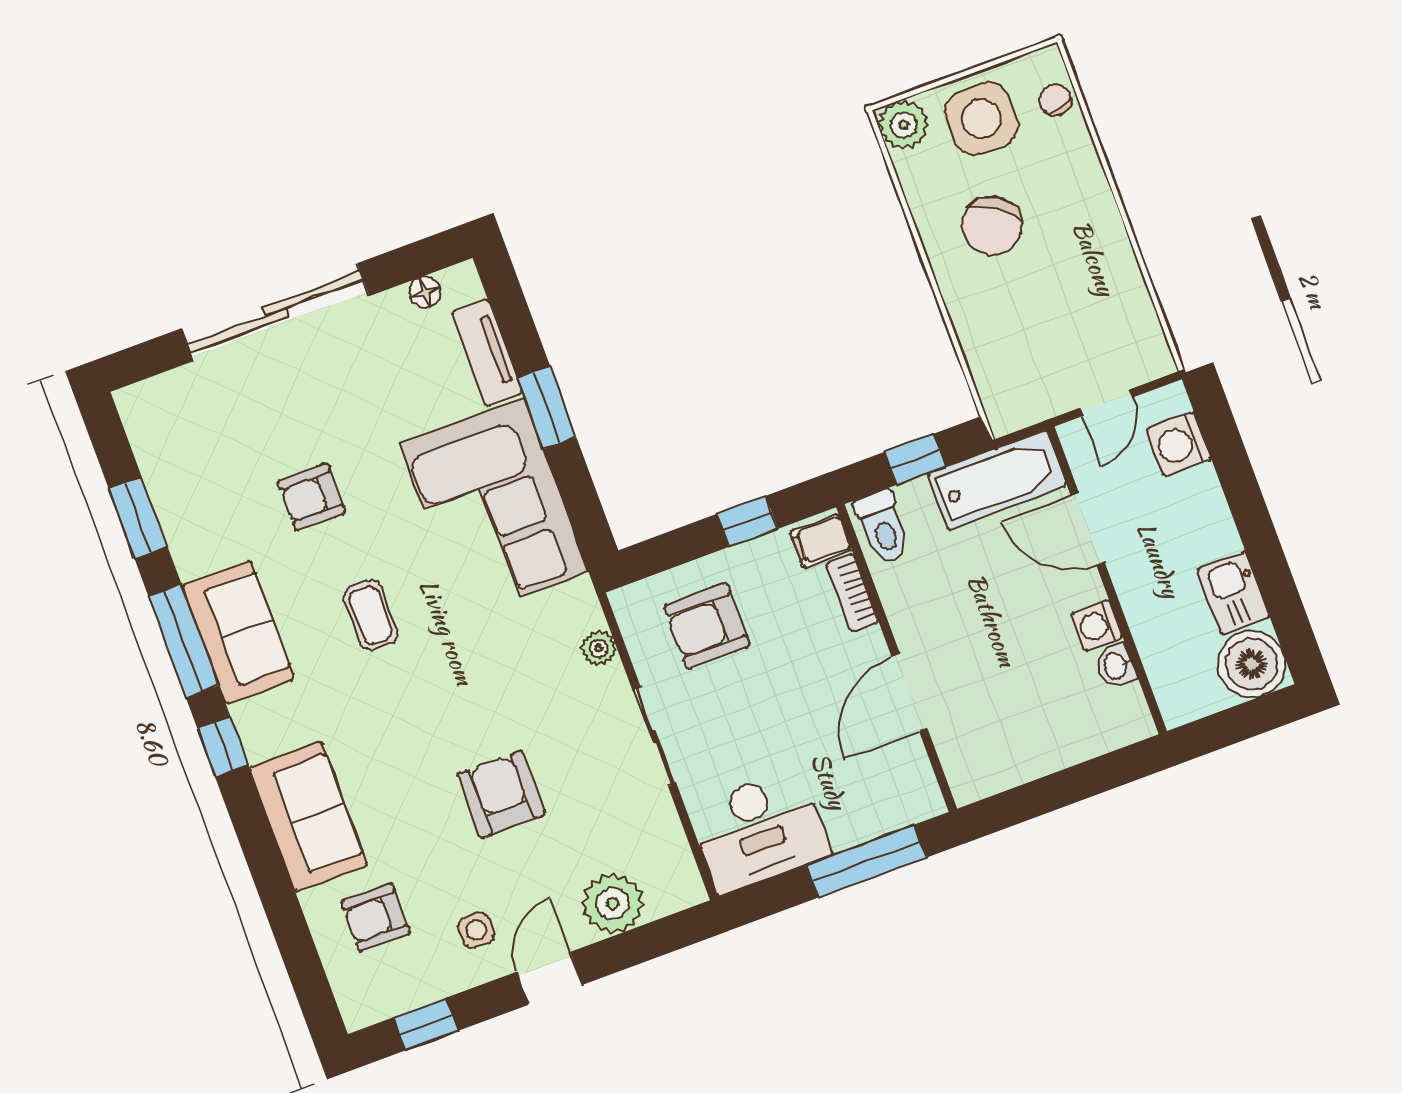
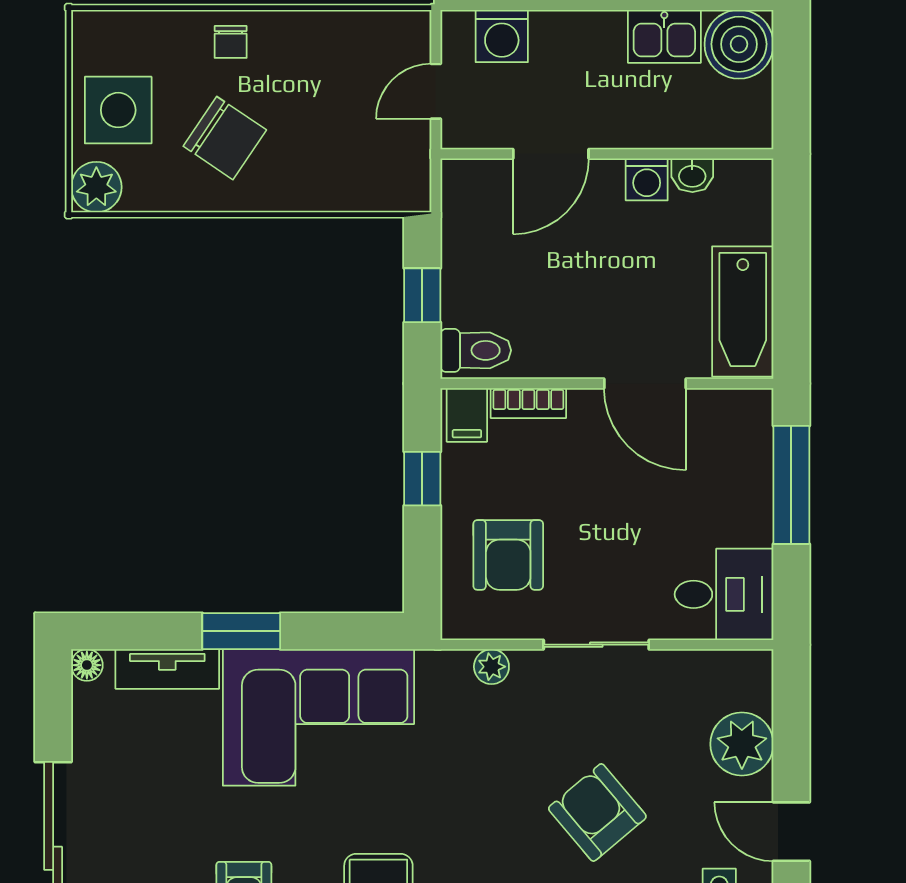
chair: (1055, 100) -> (231, 42), moved, turned -81
floor lamp: (425, 292) -> (87, 665), moved
door: (1106, 403) -> (436, 91), swing flipped
bathtub: (997, 480) -> (743, 311), moved, turned 180
armchair: (501, 794) -> (597, 812), turned 50
desk: (759, 831) -> (724, 594), width x0.73

